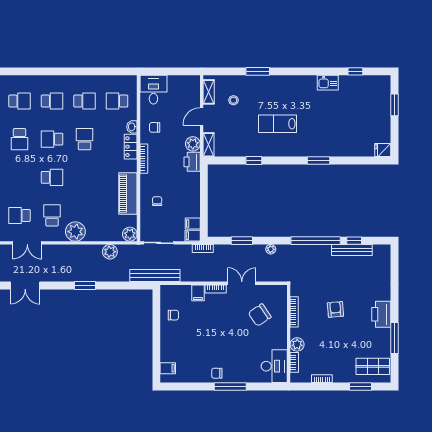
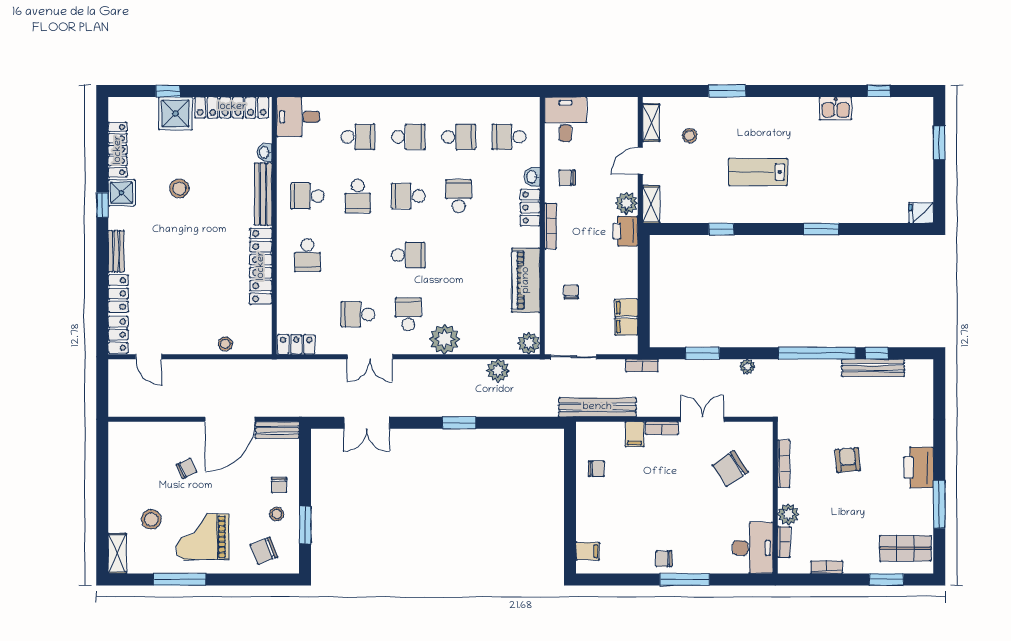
filing cabinet: (193, 236) -> (626, 308), moved
bench: (155, 276) -> (597, 407), moved

